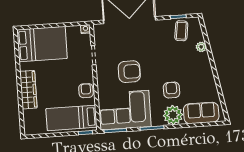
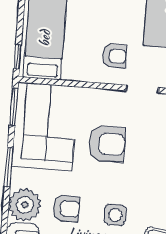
side table: (171, 60) -> (115, 215), added
armchair: (129, 72) -> (107, 144), turned -90
armchair: (86, 91) -> (114, 56), moved

